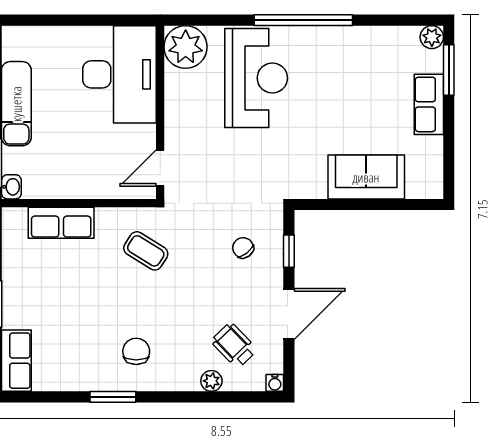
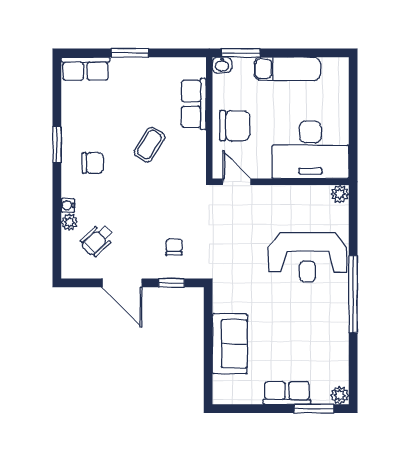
plant: (186, 47) -> (340, 194), width x0.53, depth x0.53
chair: (89, 171) -> (235, 126), added
chair: (243, 248) -> (174, 247), turned -52
coffee table: (146, 251) -> (149, 145), moved
wheelchair: (234, 345) -> (97, 240), turned 180
water cooler: (275, 383) -> (68, 205), moved

